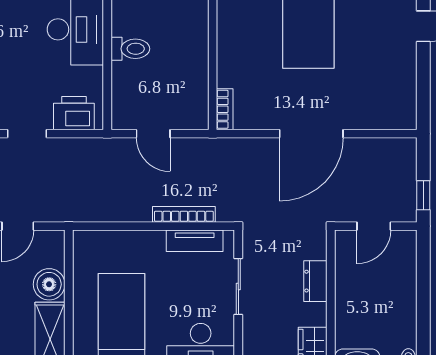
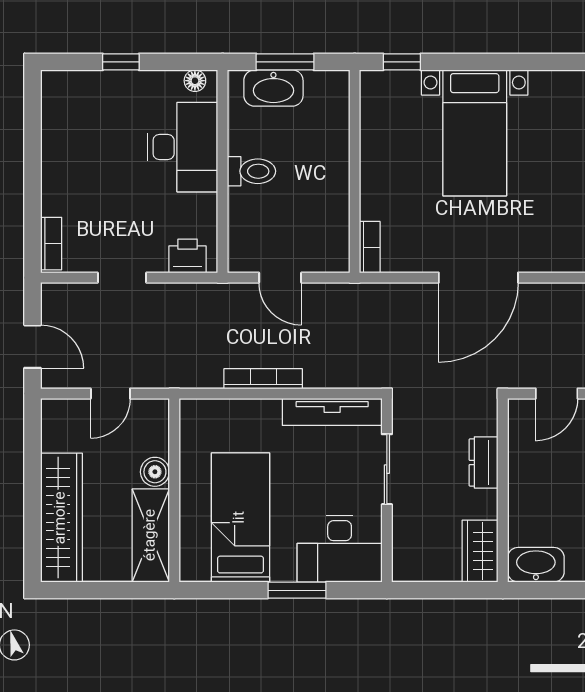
printer: (74, 113) -> (188, 256), width x0.73, depth x0.81
bookcase: (184, 214) -> (263, 379), moved
tv unit: (195, 241) -> (332, 412), width x1.41
boiler: (49, 284) -> (155, 472), width x0.73, depth x0.73

